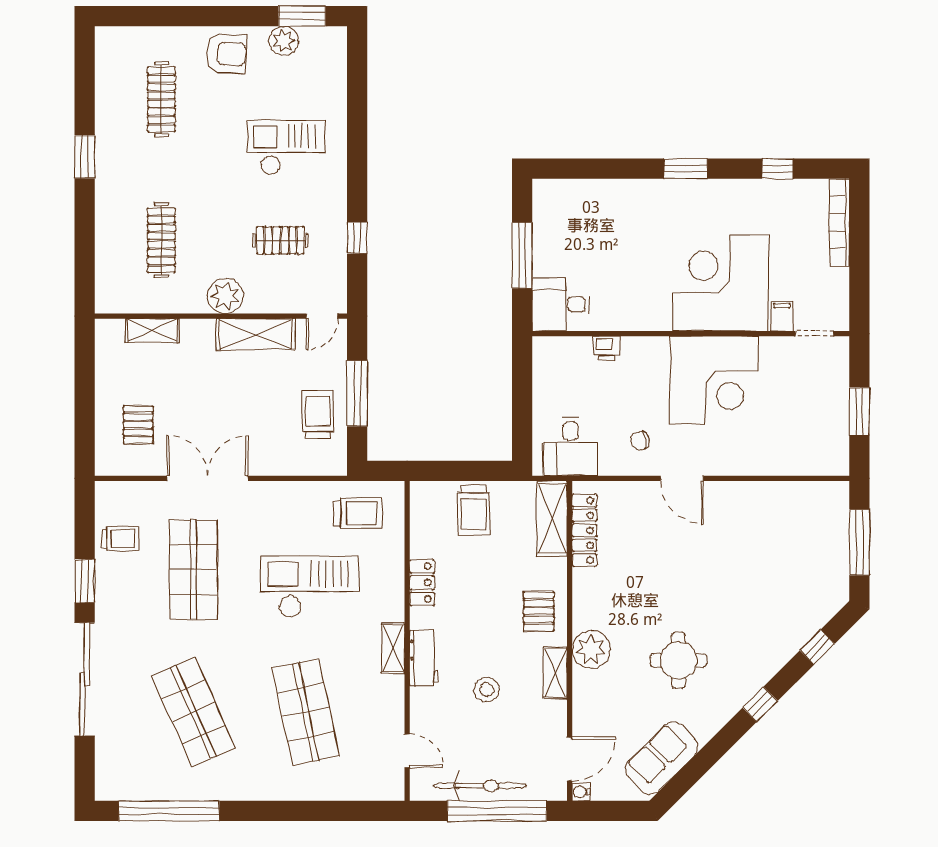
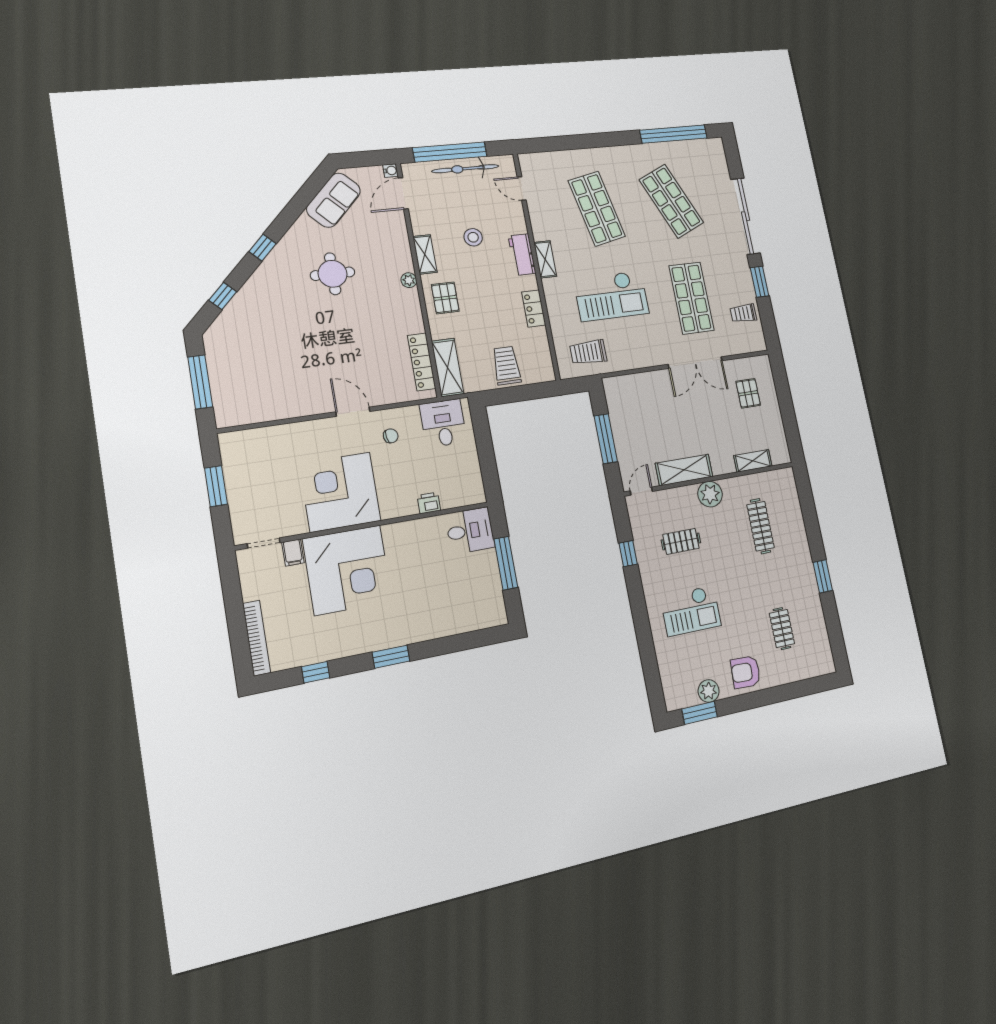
clothes rail: (161, 99) -> (782, 629), width x0.73
trolley: (318, 415) -> (630, 419), removed
plant: (591, 650) -> (409, 280), width x0.53, depth x0.53

